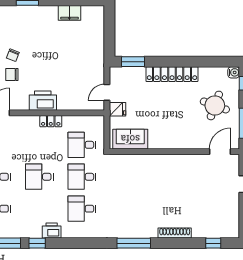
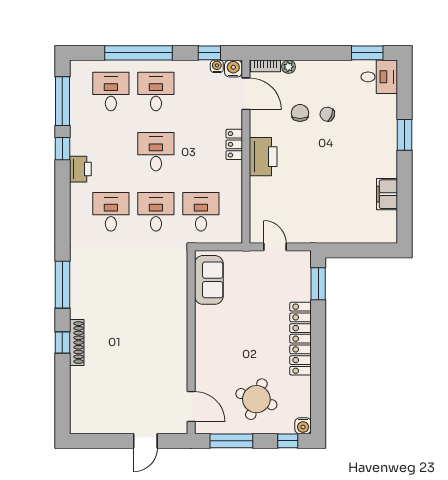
fridge: (117, 109) -> (251, 262), removed
locker: (51, 121) -> (234, 144), moved
window: (213, 243) -> (62, 342), moved

